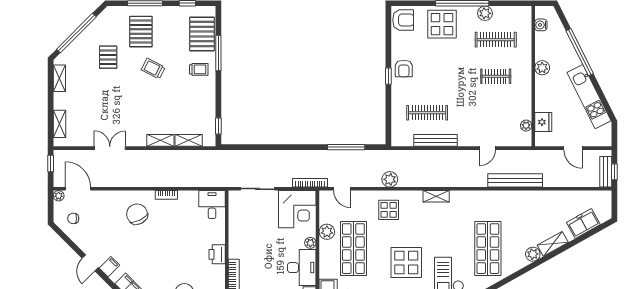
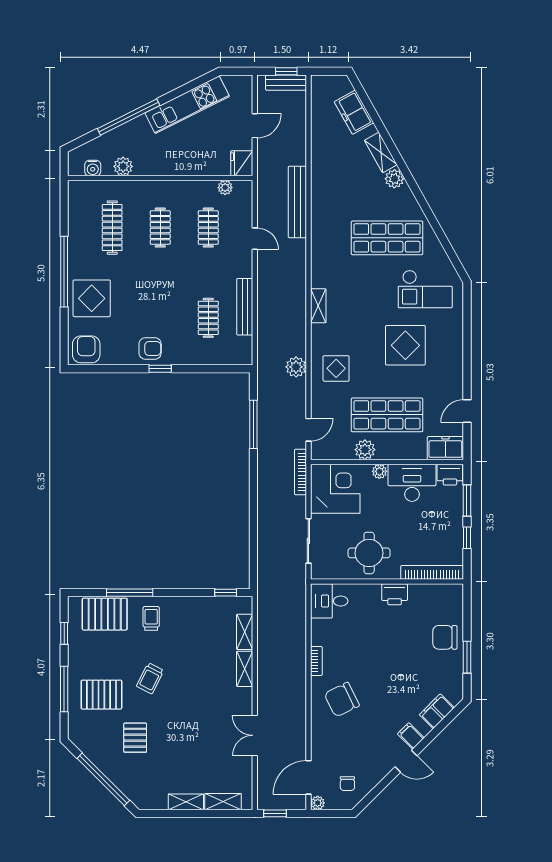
plant: (485, 13) -> (77, 242), removed
pallet: (108, 57) -> (135, 738), turned 90
plant: (542, 68) -> (123, 166), moved
shelving: (59, 78) -> (186, 802), moved
clothes rail: (427, 113) -> (208, 318), width x0.73
clothes rail: (496, 113) -> (208, 228), added
fridge: (543, 122) -> (242, 163), moved, turned -90
round table: (248, 235) -> (369, 553), added

